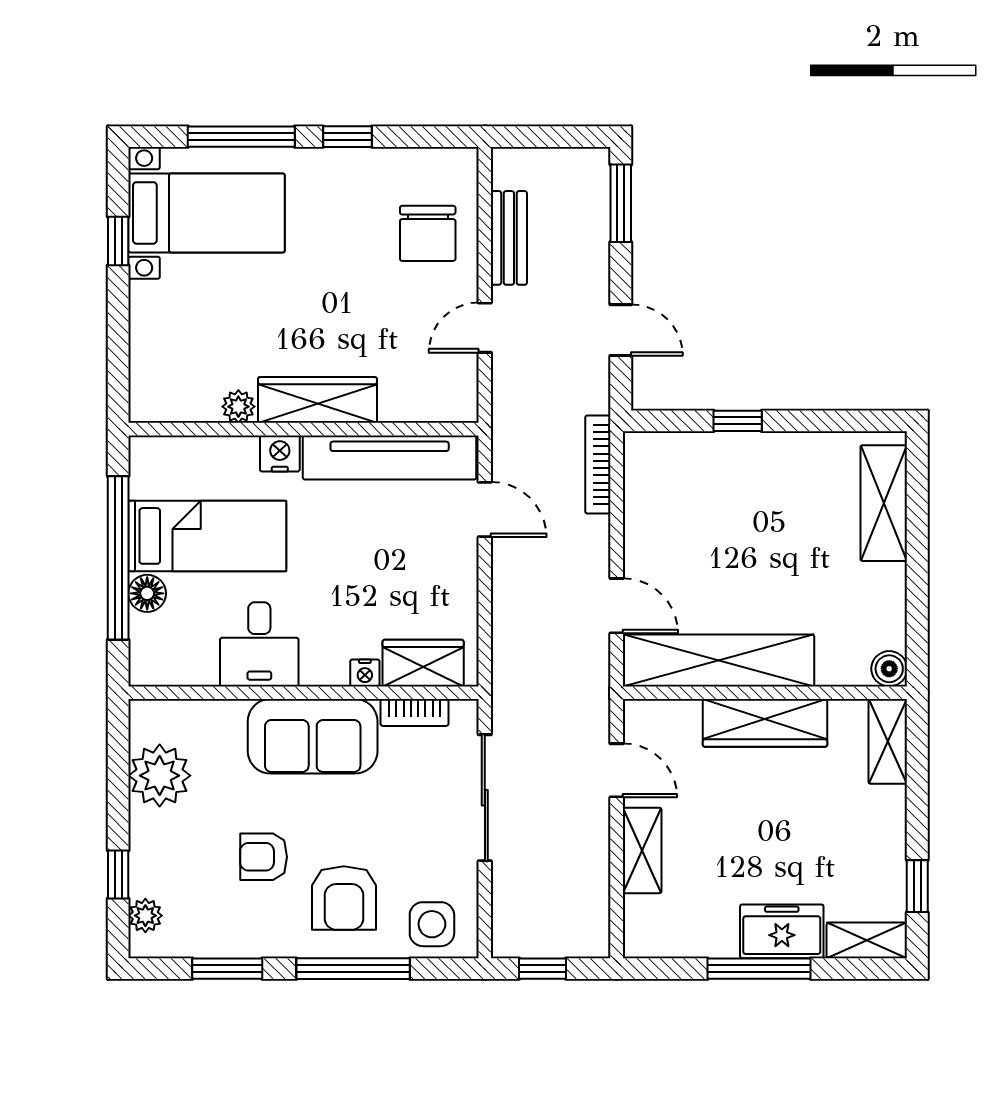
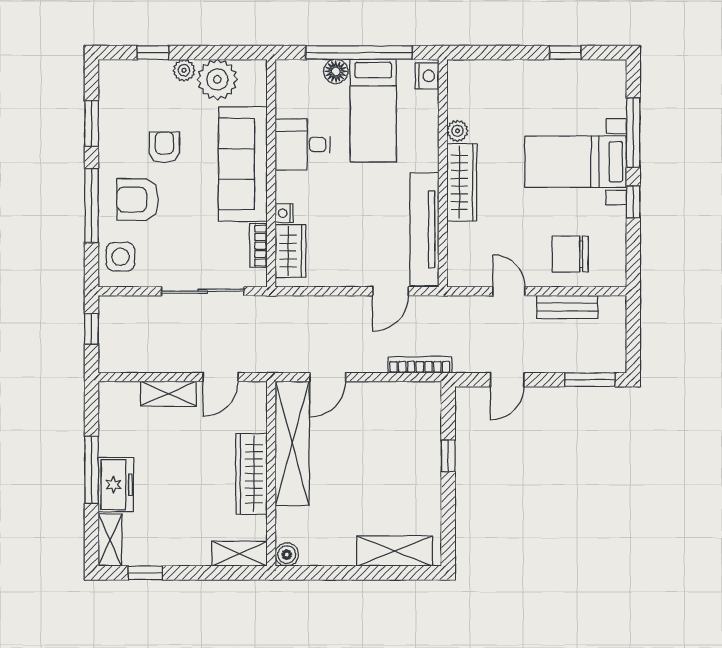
bed with nightstands: (207, 213) -> (576, 162), moved, turned 90
nightstand: (280, 453) -> (427, 76), moved
sofa: (313, 736) -> (243, 164), width x1.36
plant: (145, 916) -> (184, 70), moved

